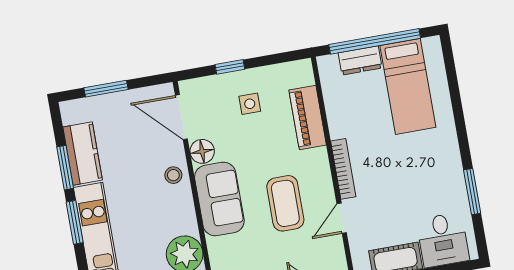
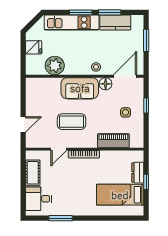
window: (375, 41) -> (146, 182), width x0.32
door: (342, 218) -> (59, 149), swing flipped

